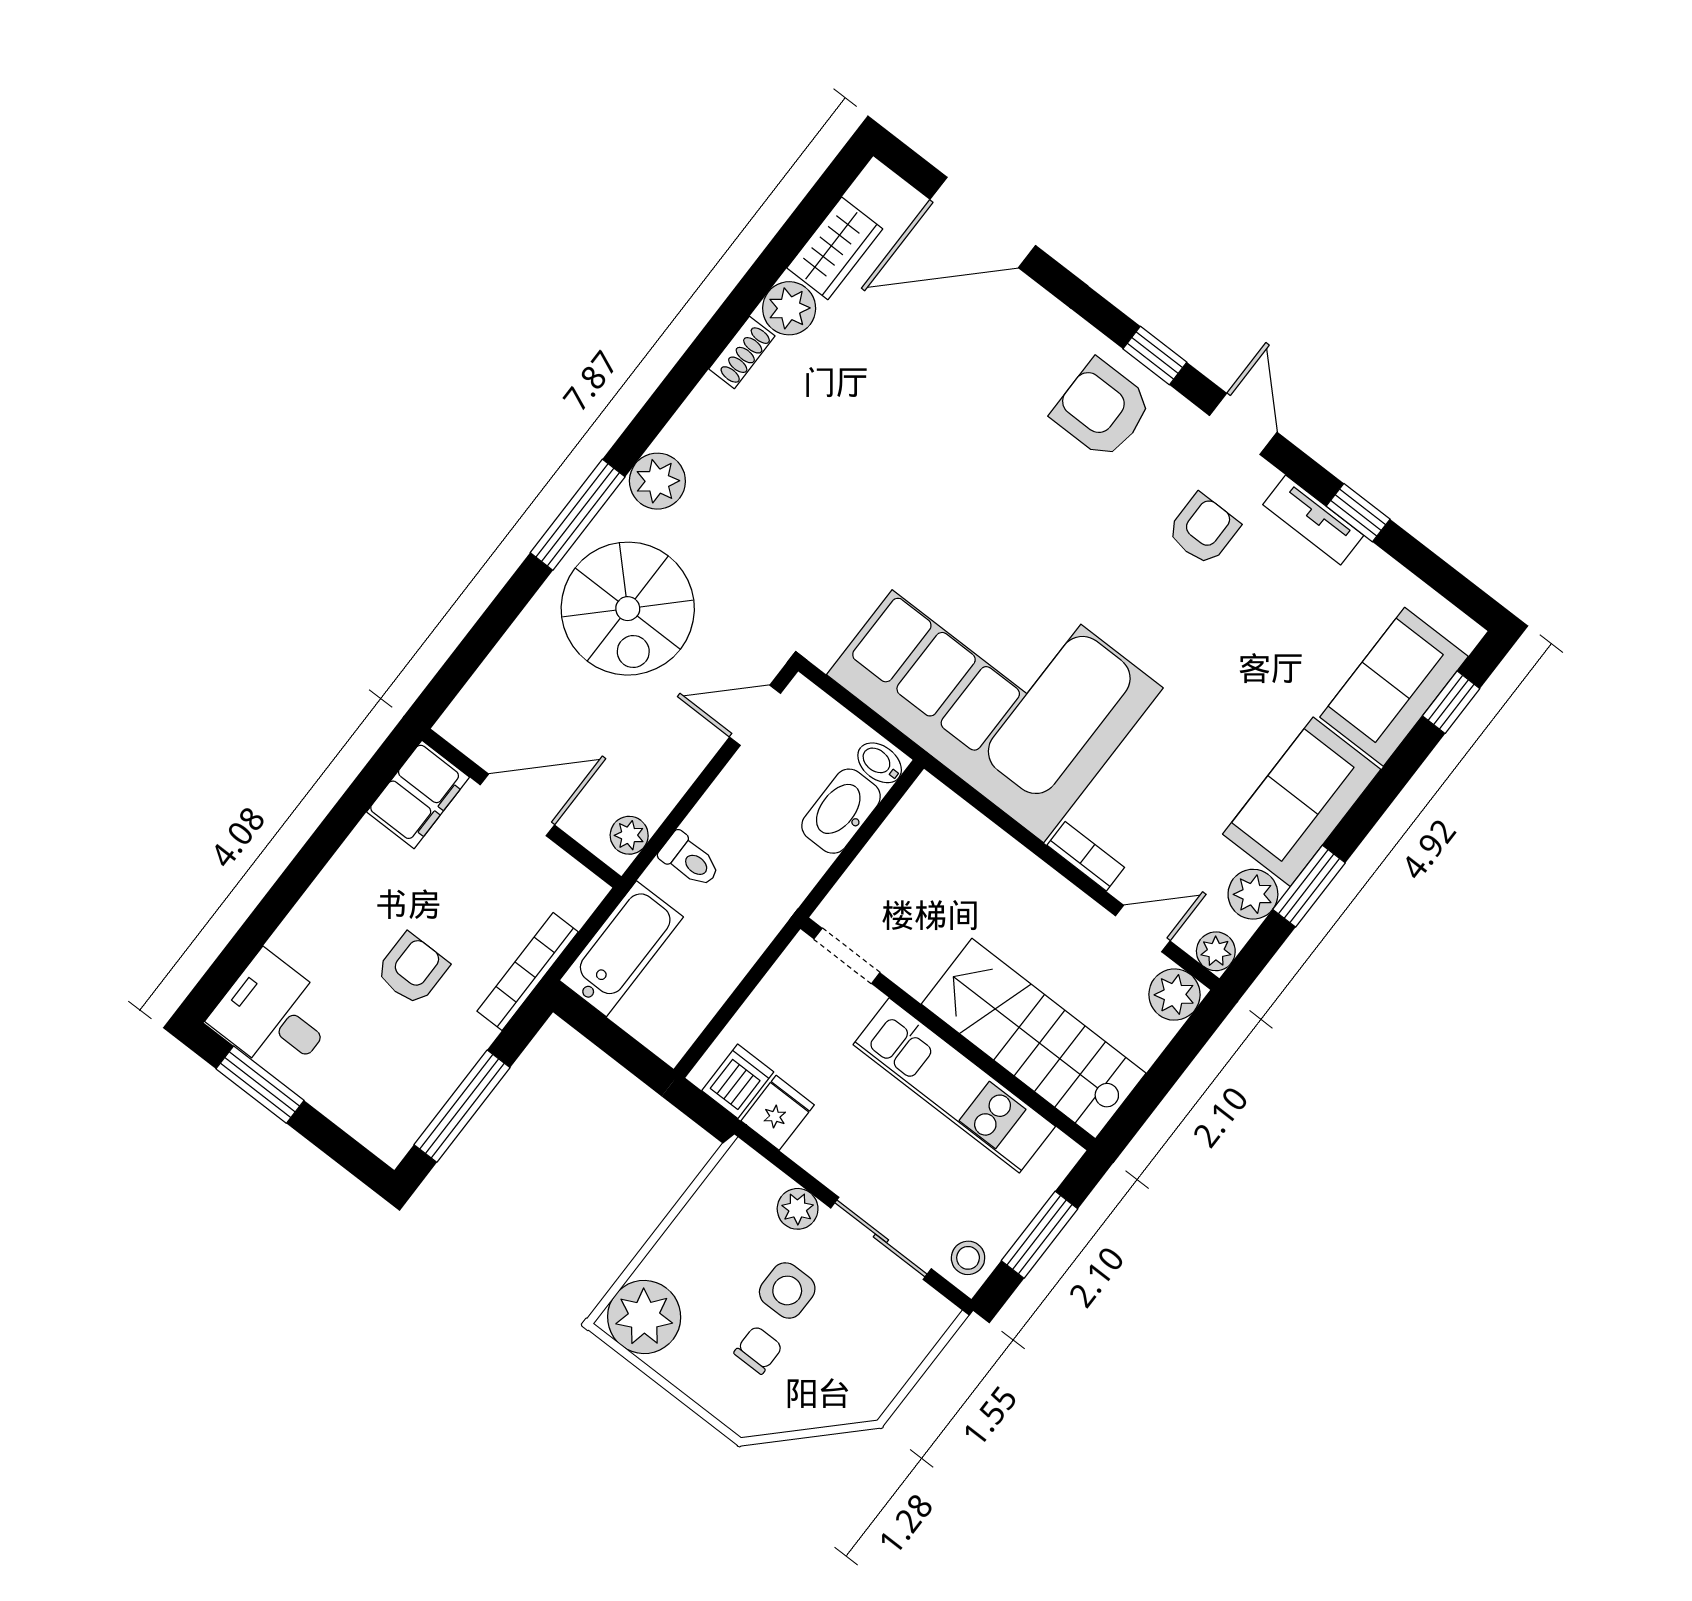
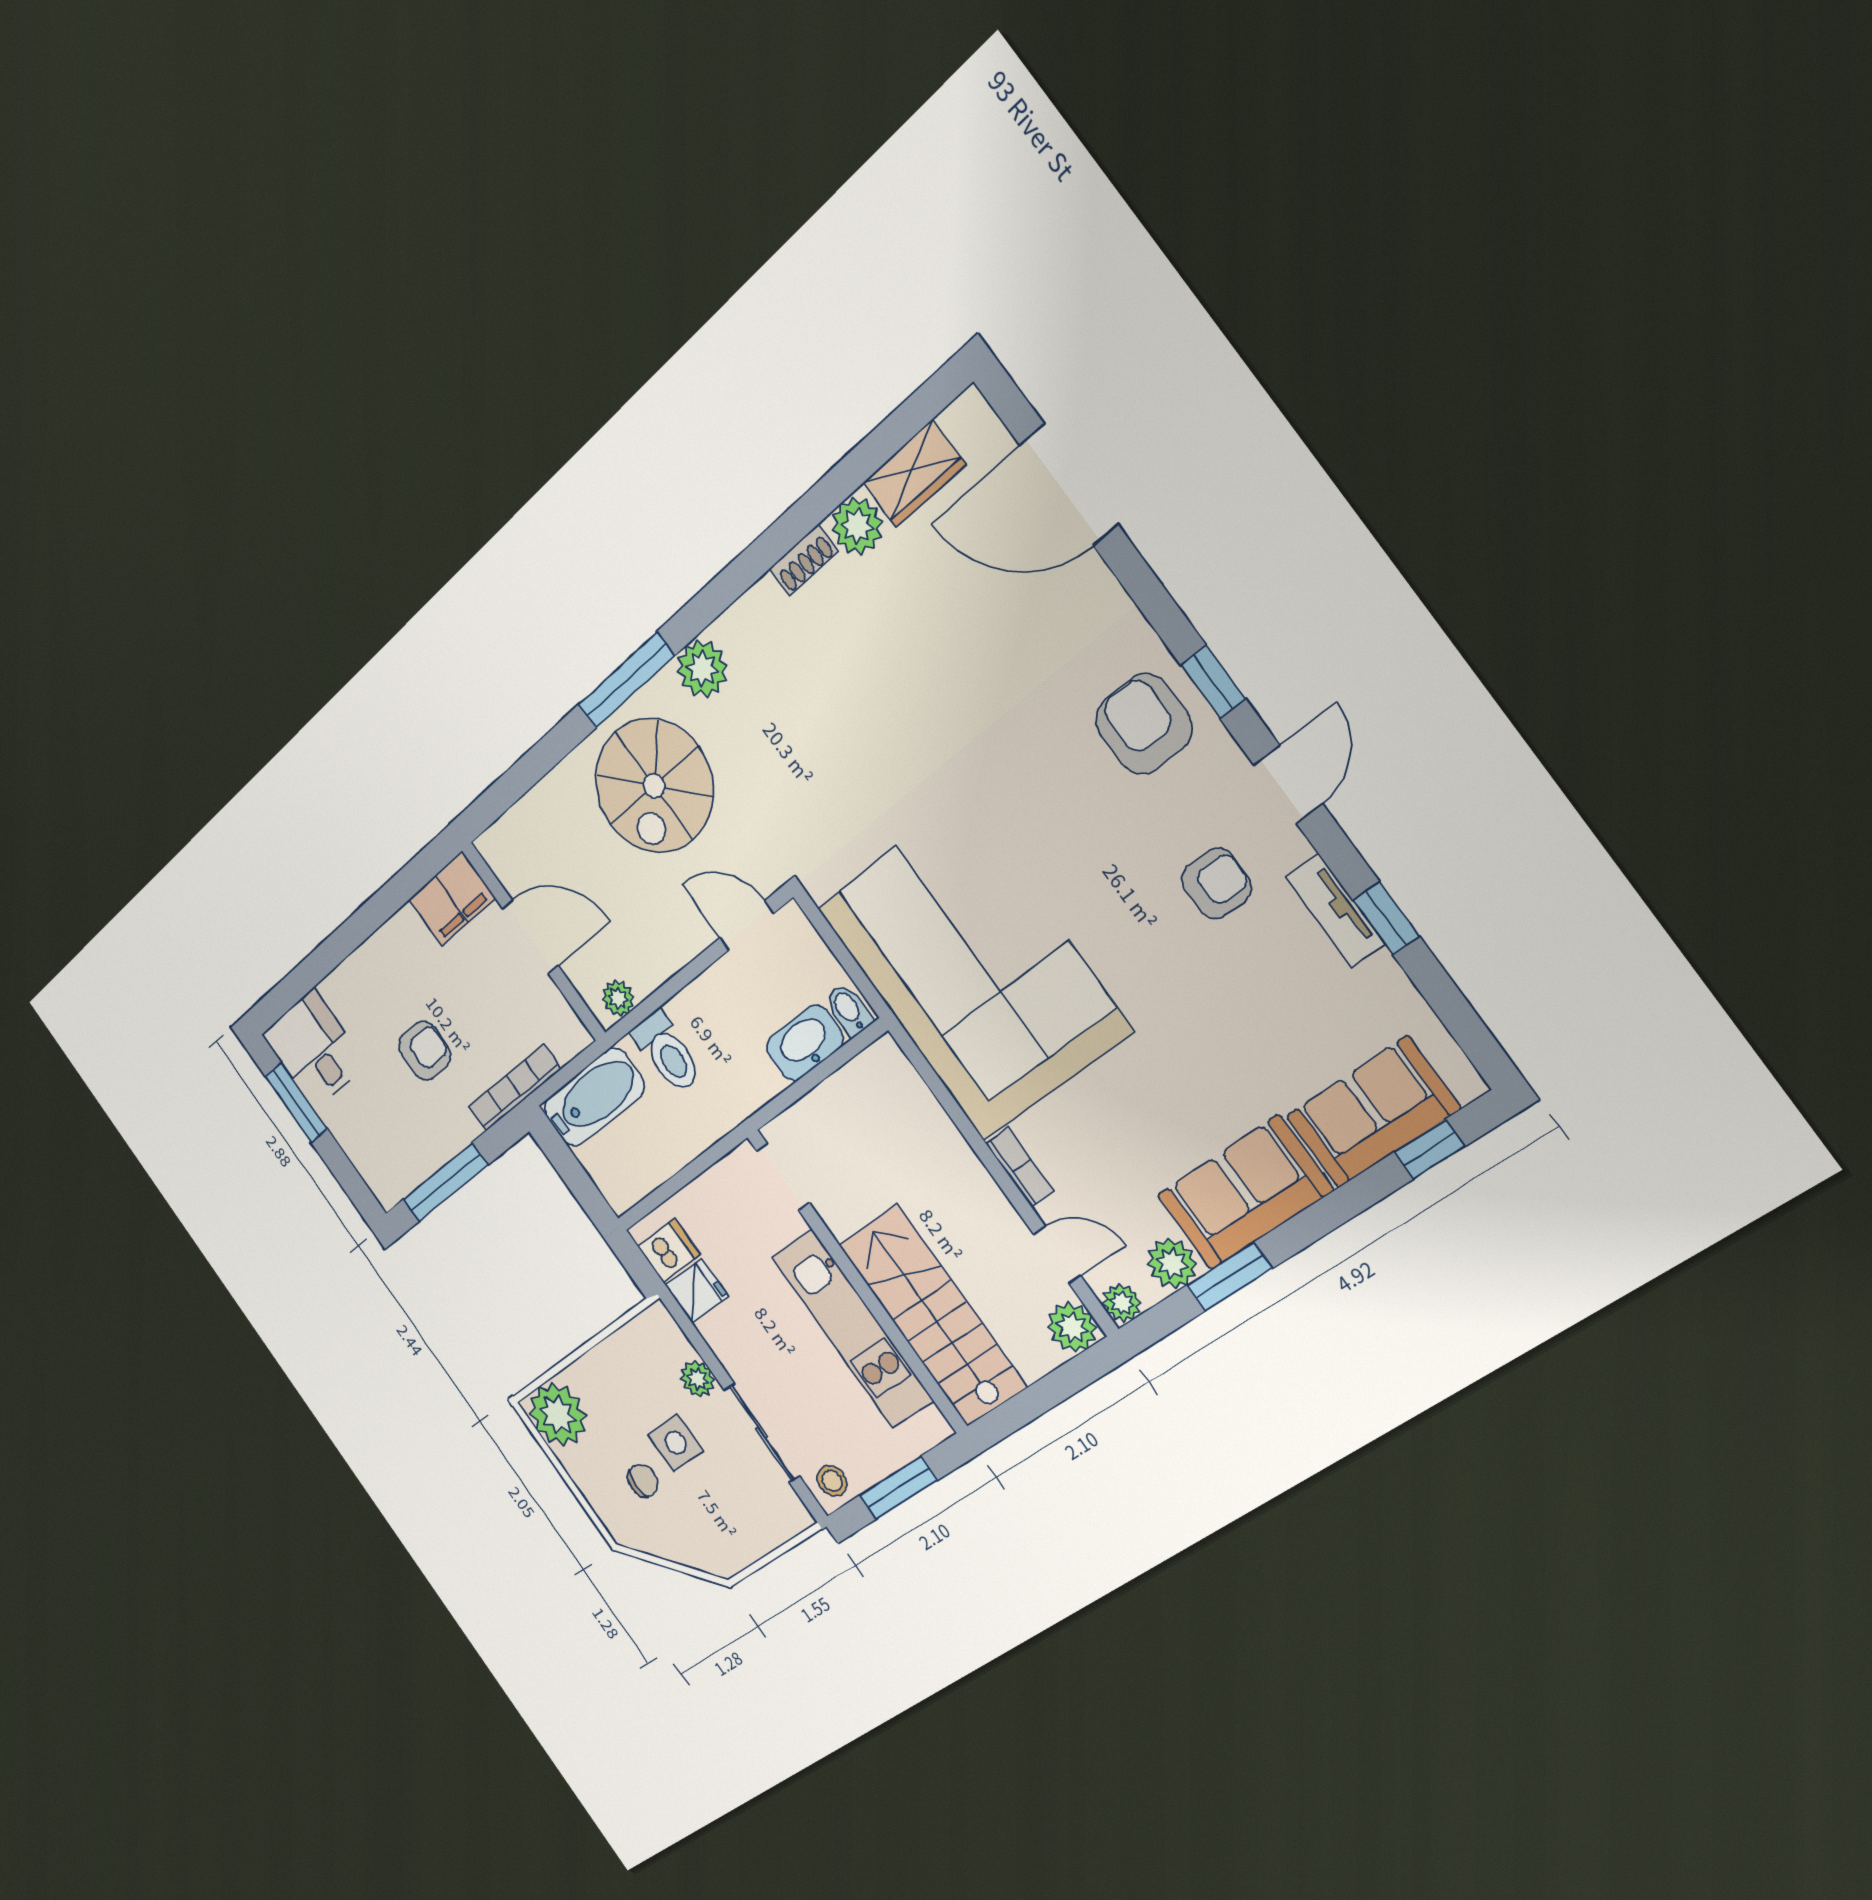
toilet: (690, 860) -> (667, 1052), width x1.37, depth x1.39

